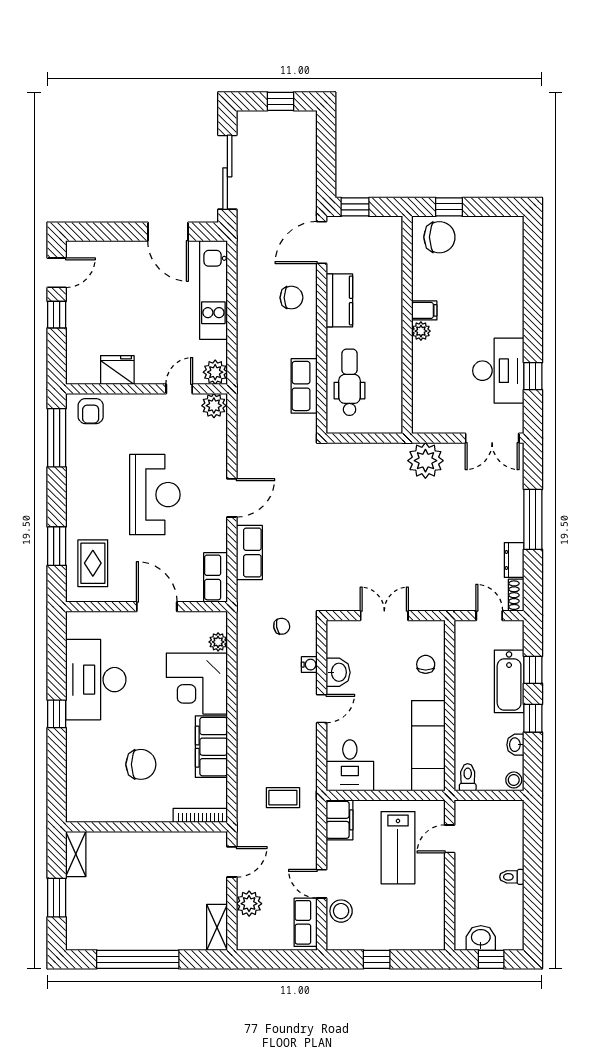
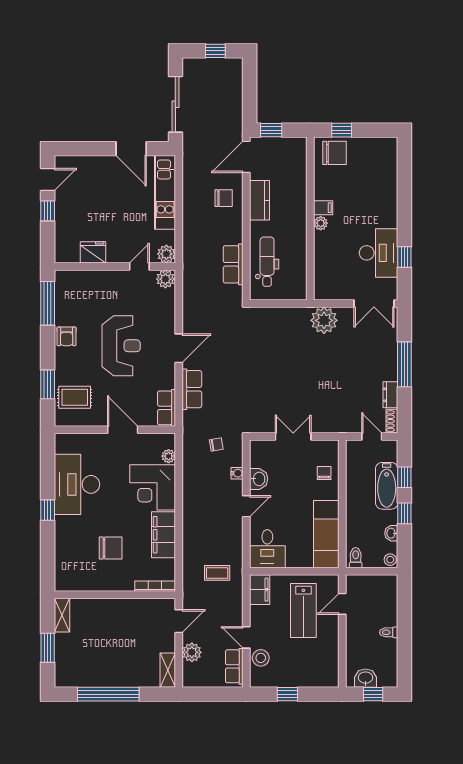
armchair: (91, 411) -> (67, 336), moved
rug: (93, 563) -> (75, 397), turned 90

